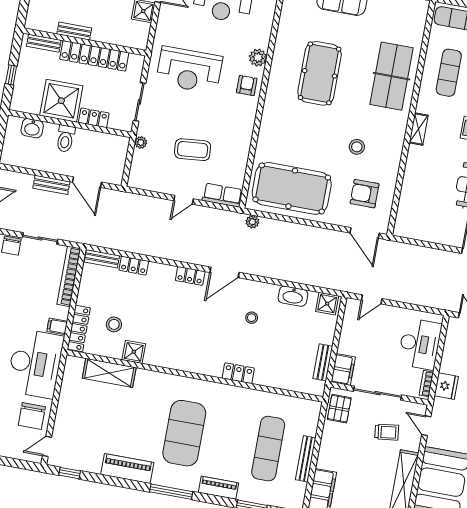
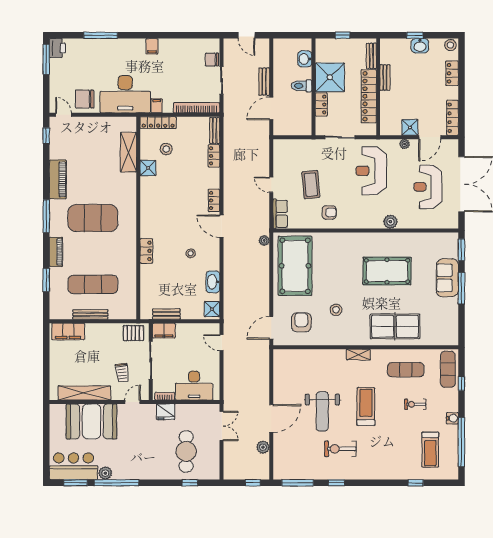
armchair: (247, 85) -> (329, 212), moved
plant: (141, 142) -> (405, 144), moved

